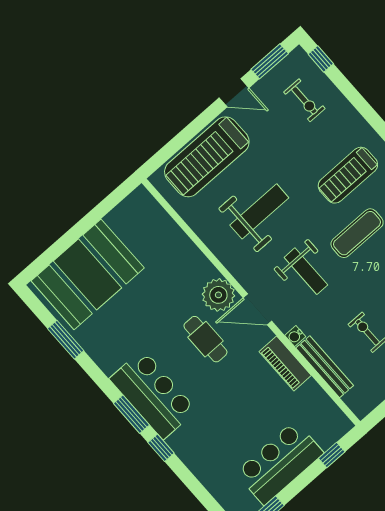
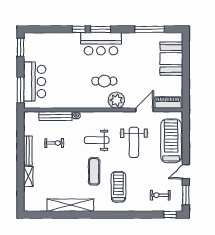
booth: (88, 274) -> (171, 59), width x0.73, depth x0.70
door: (257, 309) -> (145, 110), moved
window: (66, 340) -> (150, 29), width x1.44
piano: (285, 364) -> (168, 103), moved
window: (332, 455) -> (21, 90), width x2.17
bar counter: (279, 463) -> (35, 82), moved

